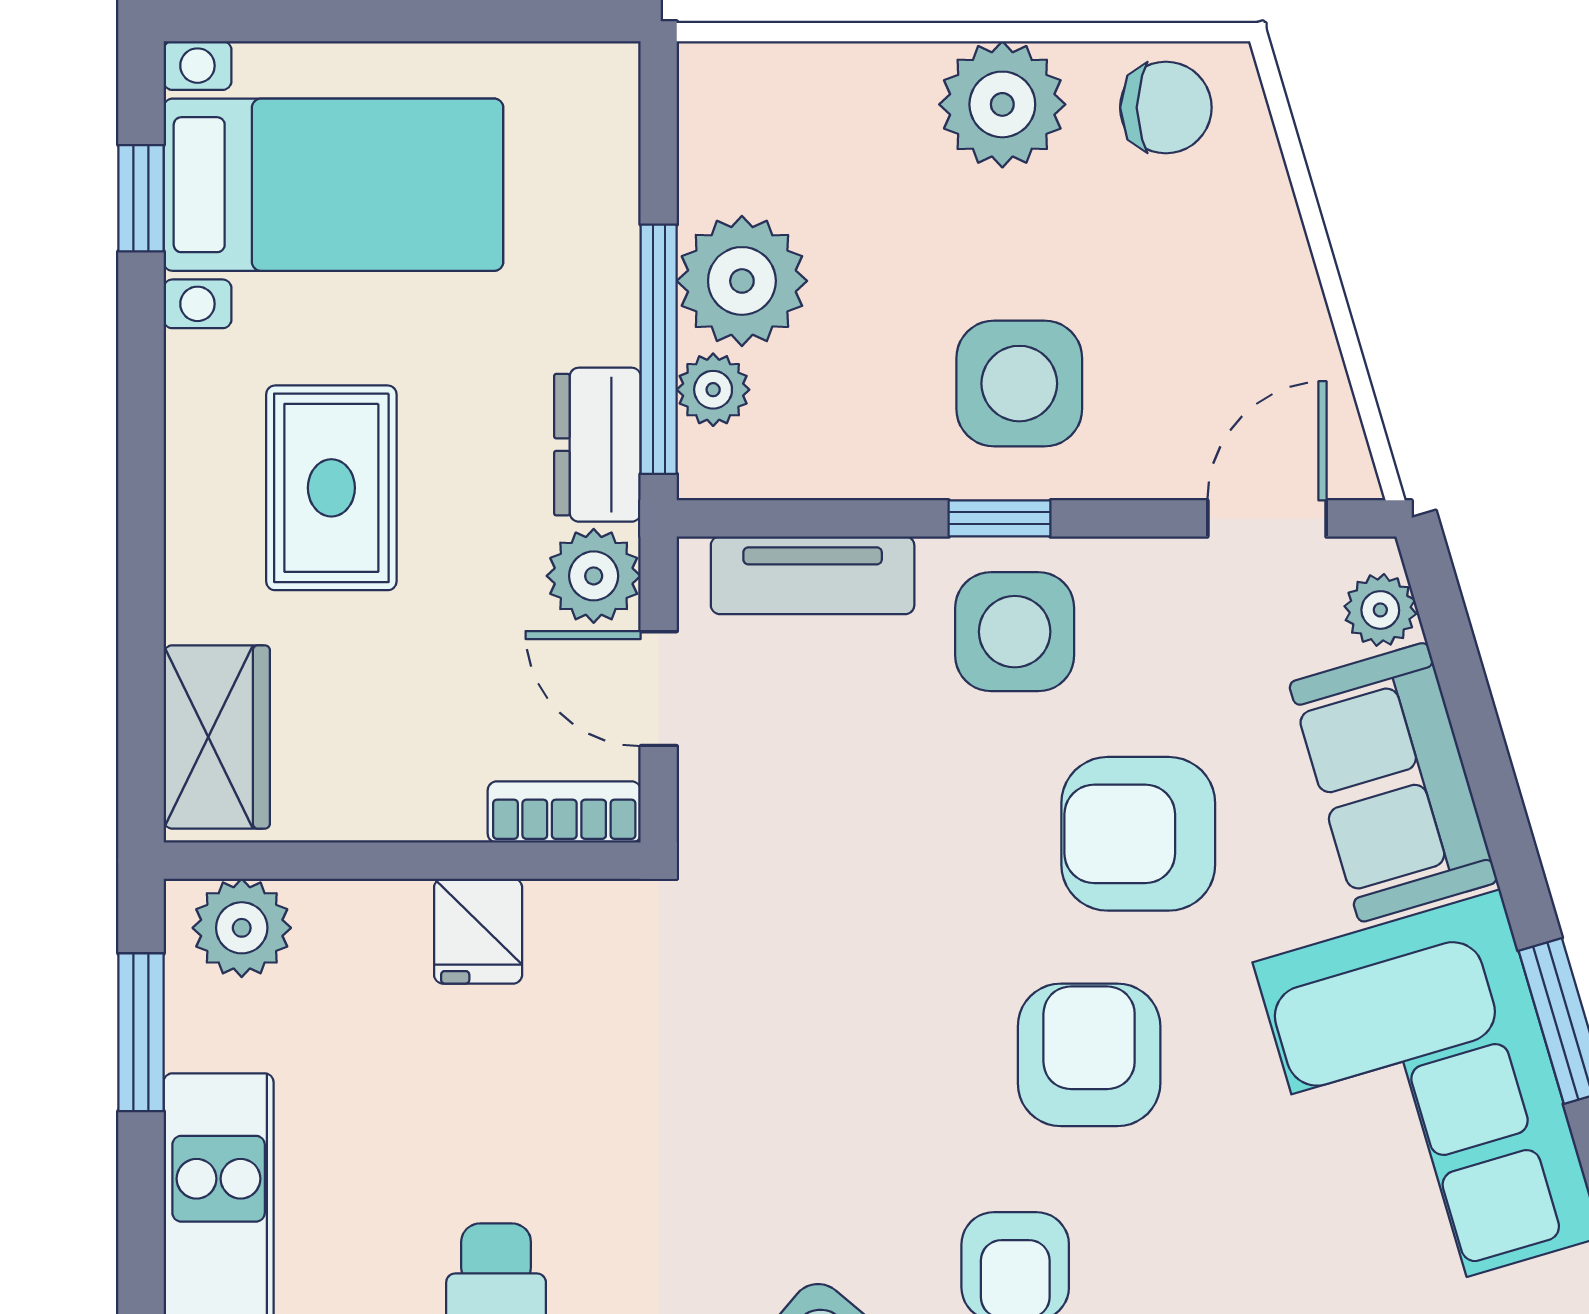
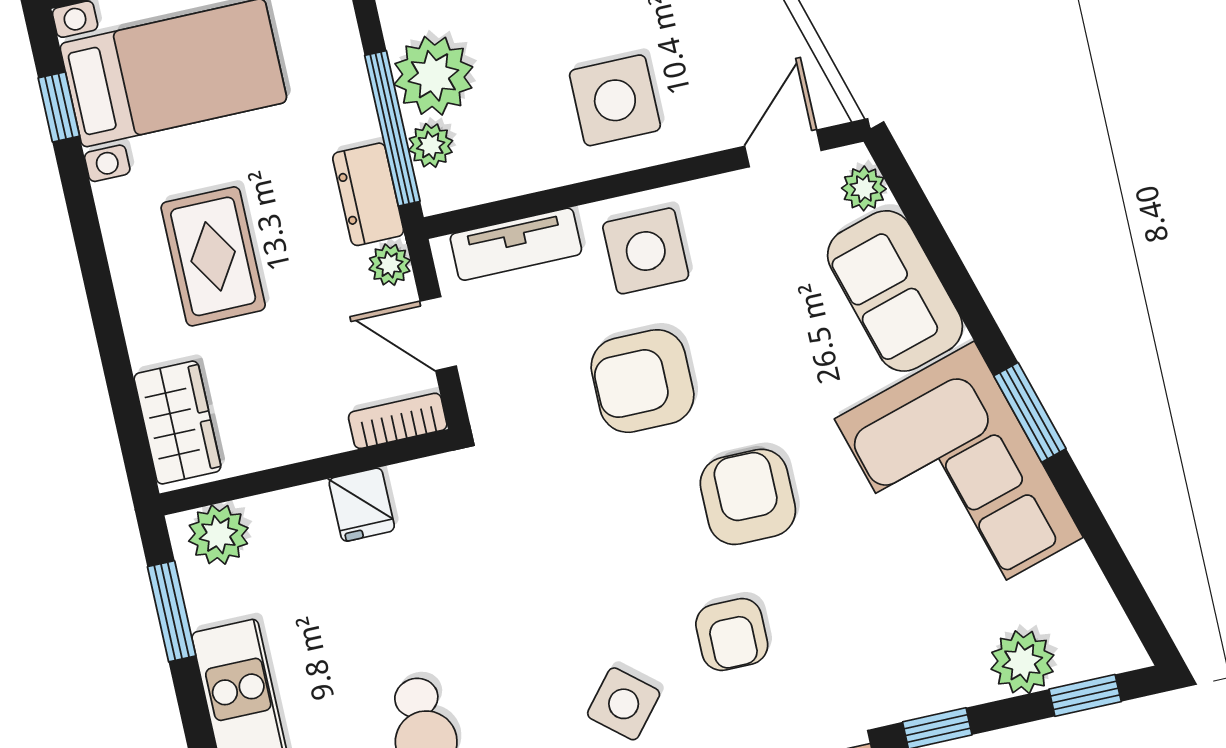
window: (1000, 518) -> (621, 185), removed
plant: (594, 576) -> (390, 265), width x0.73, depth x0.73
armchair: (1138, 834) -> (642, 381), moved

